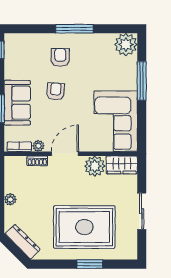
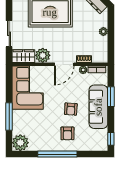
window: (74, 29) -> (57, 154), width x1.46
sofa: (17, 103) -> (98, 107), width x1.36
sliding door: (142, 211) -> (9, 34), moved

